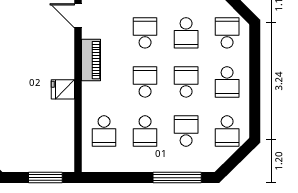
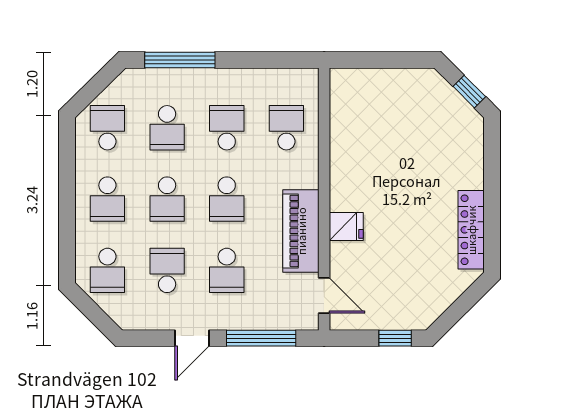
piano: (91, 60) -> (301, 231), width x1.37, depth x1.33
school desk: (227, 82) -> (107, 199), turned 180
fridge: (63, 89) -> (346, 226), moved
window: (45, 178) -> (372, 60), removed

